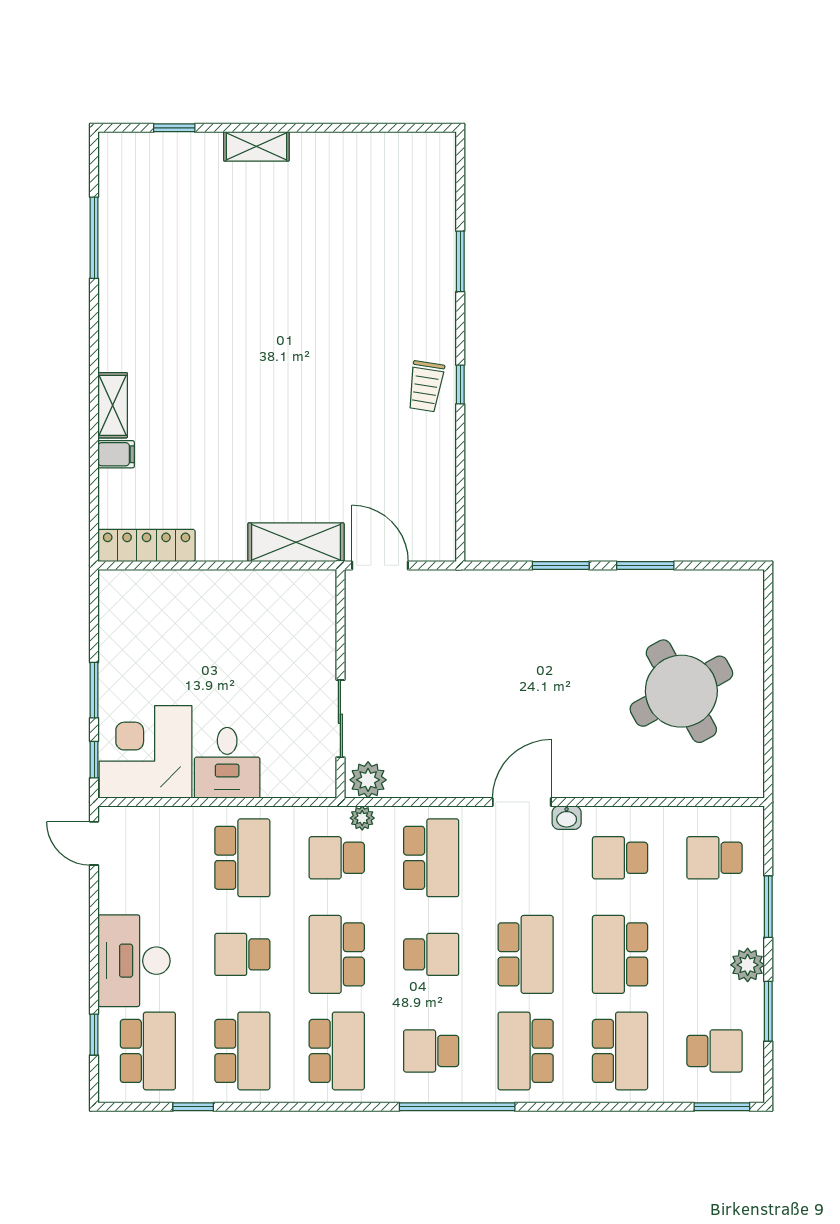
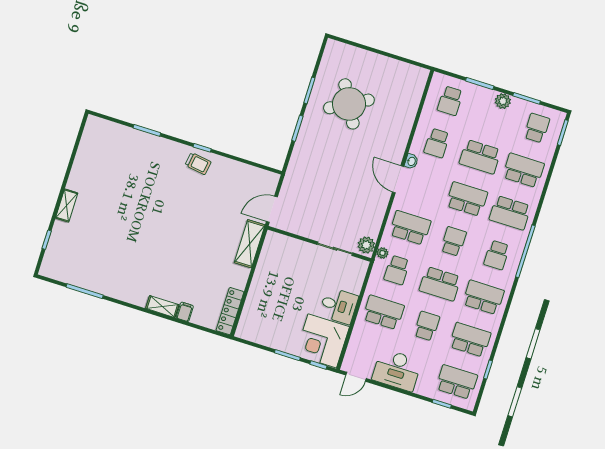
round table: (681, 691) -> (349, 104), moved
school desk: (242, 954) -> (427, 326), turned 180
desk: (134, 961) -> (397, 370), moved

